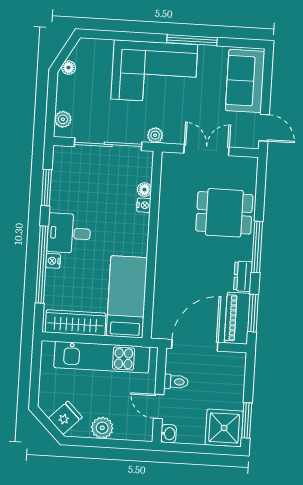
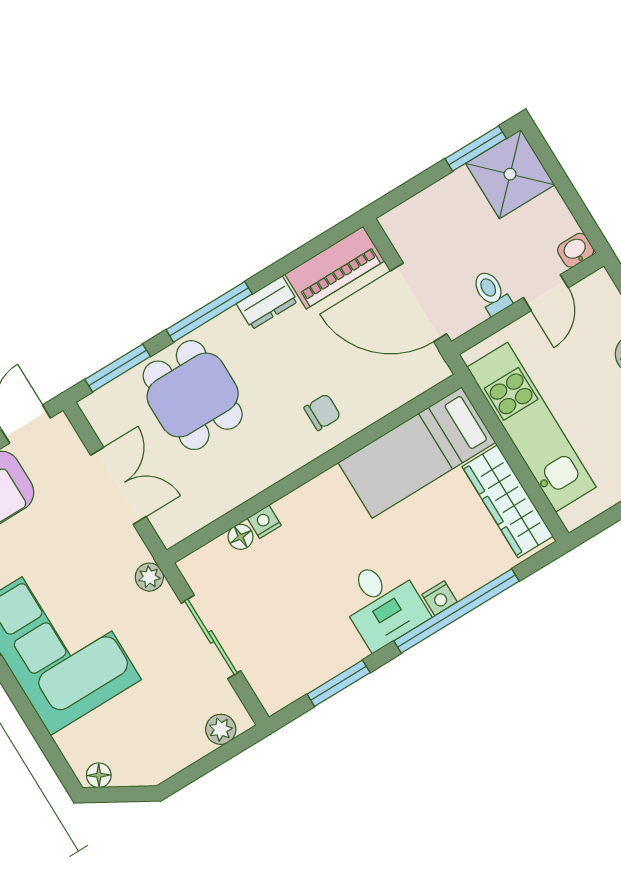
floor lamp: (69, 68) -> (99, 775), moved
sliding door: (108, 144) -> (211, 637), width x0.73
double door: (207, 150) -> (118, 486), swing flipped
chair: (175, 267) -> (322, 412), added
window: (253, 313) -> (118, 368), moved

